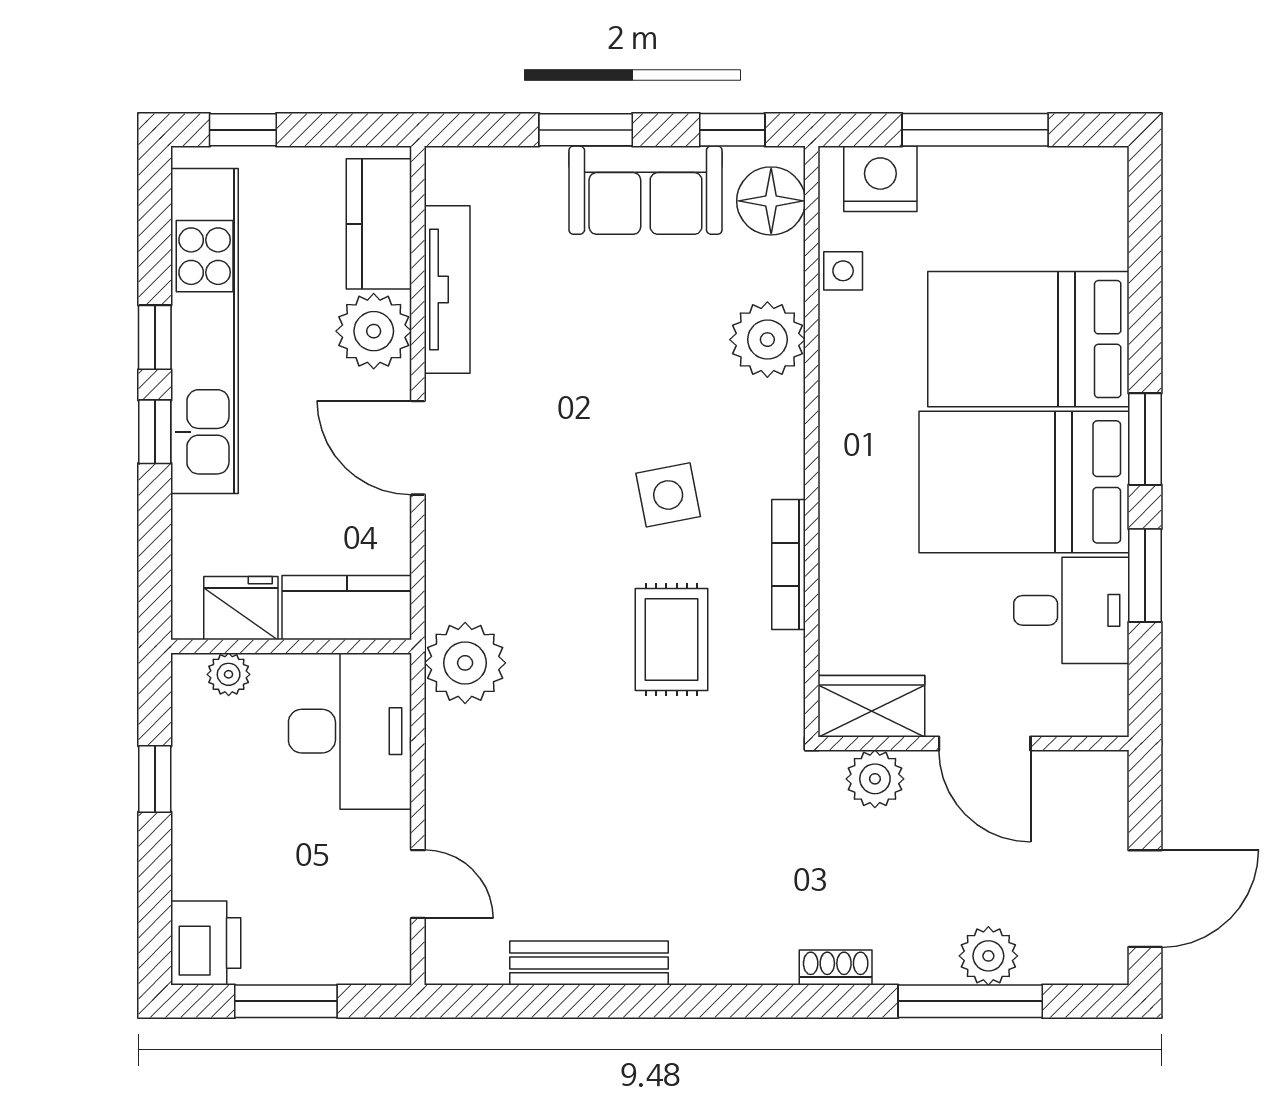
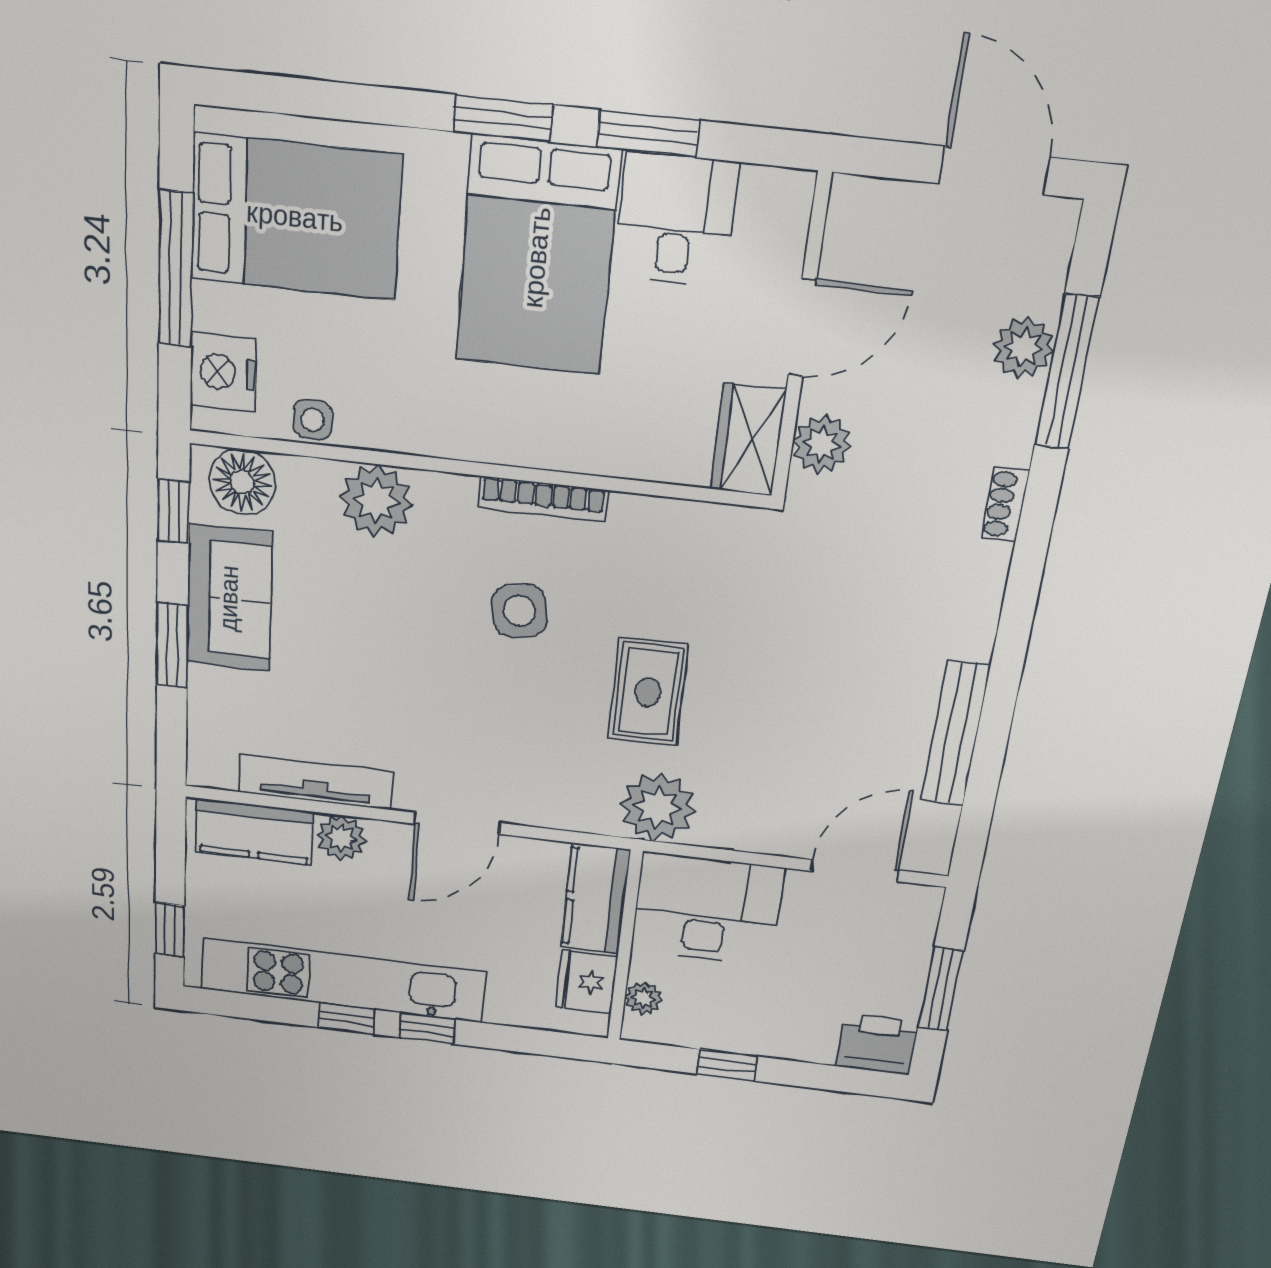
plant: (374, 331) -> (341, 838), width x0.73, depth x0.73
bed: (1028, 339) -> (295, 217), moved, turned -90
bookcase: (789, 565) -> (543, 499), moved
rug: (671, 640) -> (648, 692), moved, turned 90
door: (418, 884) -> (855, 871), width x1.38

